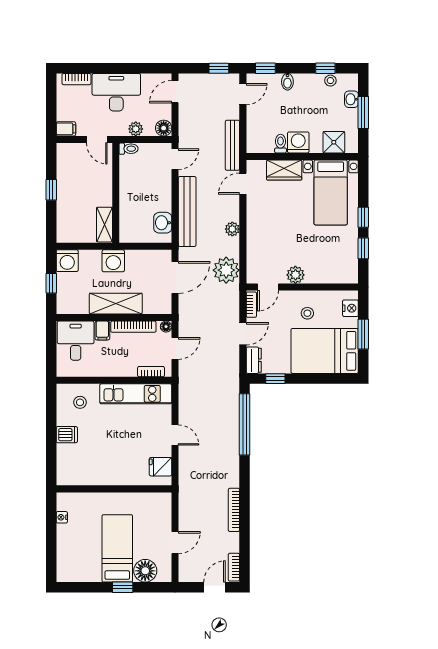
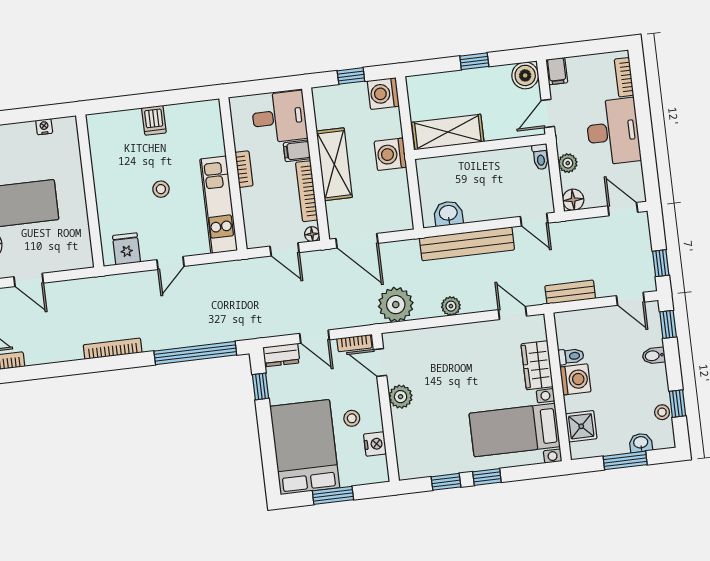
bench: (232, 145) -> (570, 292), width x0.73
boiler: (66, 153) -> (525, 75), added
shelving: (104, 225) -> (448, 132), width x1.50, depth x1.33
door: (175, 277) -> (357, 241), moved
nightstand: (350, 308) -> (375, 444), moved, turned -90
bookcase: (151, 372) -> (244, 169), moved
stool: (80, 402) -> (161, 189), moved
bookcase: (234, 510) -> (113, 349), moved

